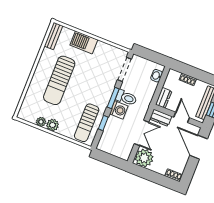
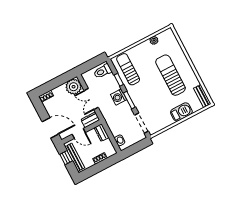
toilet: (126, 98) -> (103, 71), moved
plant: (53, 125) -> (145, 46), removed

